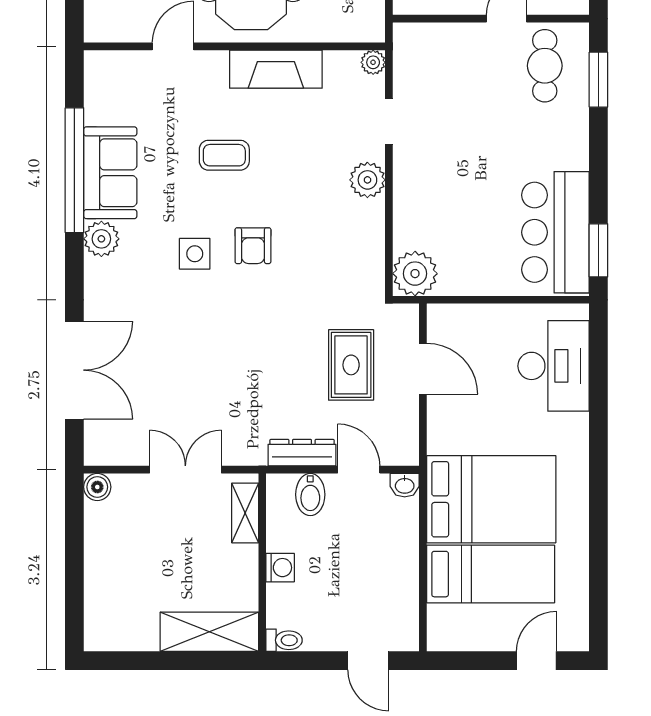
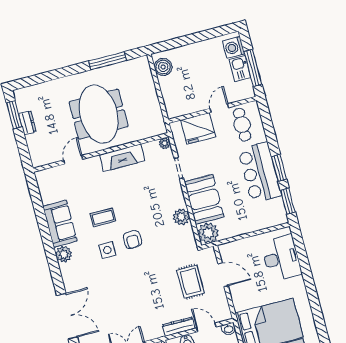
fridge: (451, 50) -> (198, 128), added
window: (598, 80) -> (279, 168), moved
coffee table: (224, 155) -> (103, 217), moved
window: (74, 170) -> (44, 227), removed
plant: (367, 180) -> (181, 217), moved
booth: (425, 201) -> (204, 199), added
bar counter: (555, 232) -> (260, 173), moved

